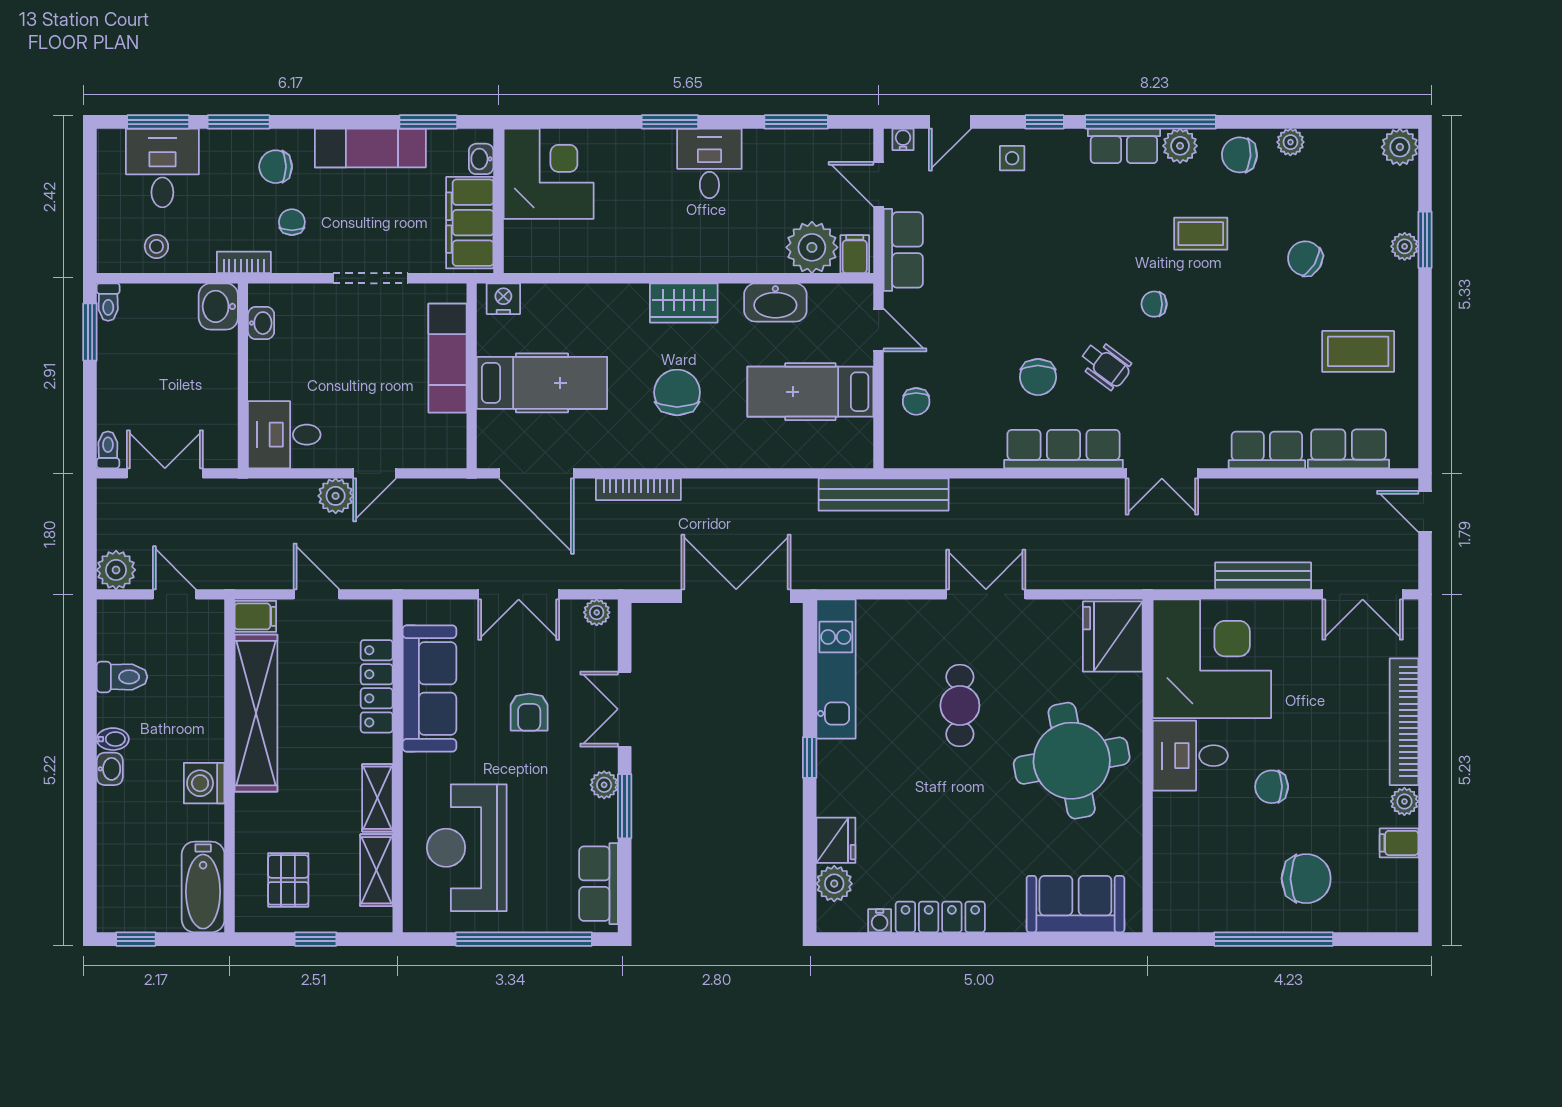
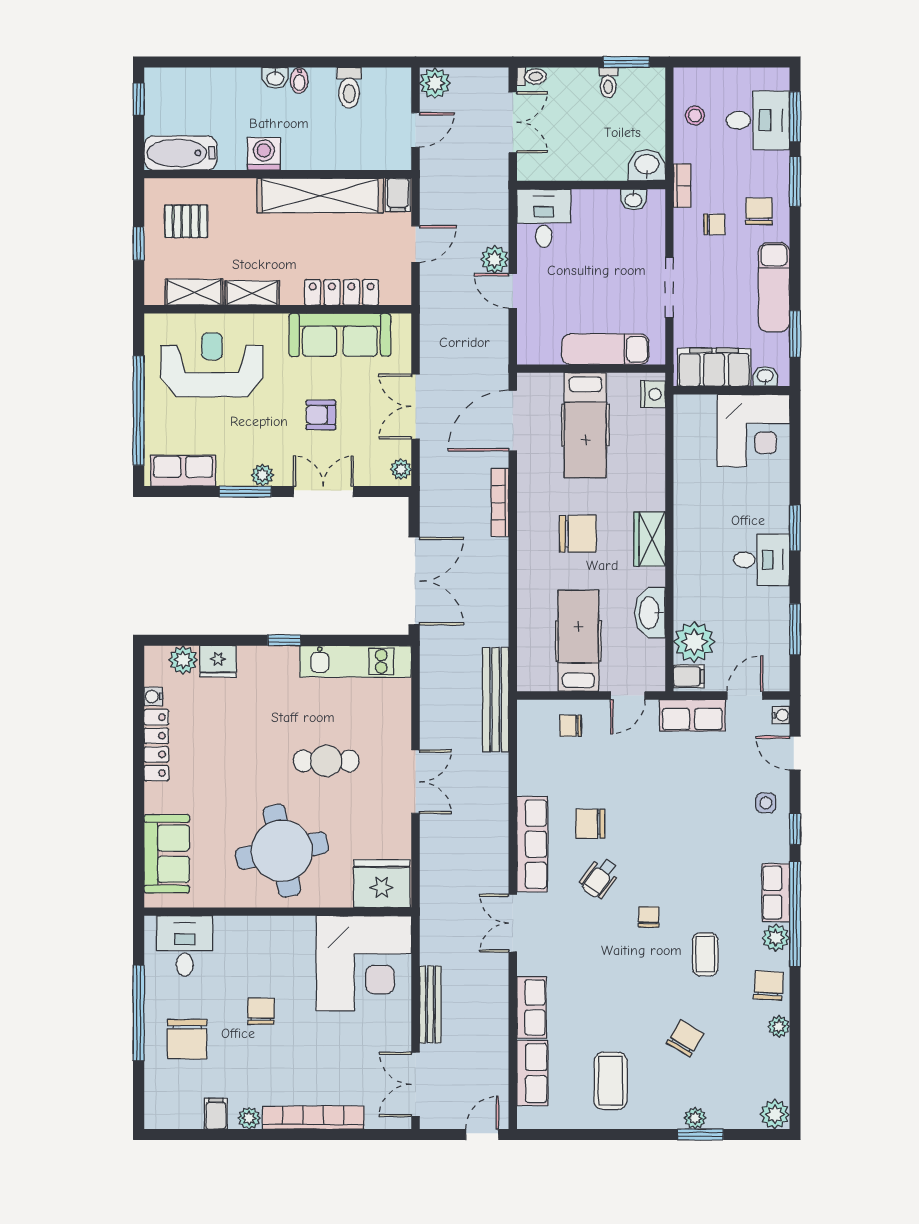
toilet: (108, 302) -> (608, 83), moved, turned -90
desk: (1190, 756) -> (185, 946), moved

